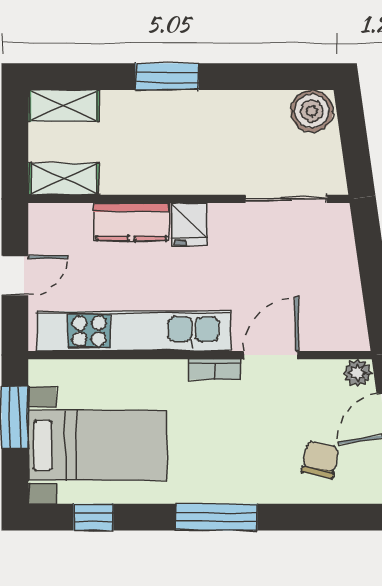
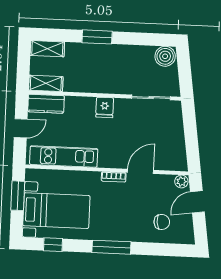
kitchen counter: (131, 222) -> (46, 104), moved
kitchen unit: (134, 331) -> (64, 157), width x0.73
chair: (320, 460) -> (162, 222), turned 73

